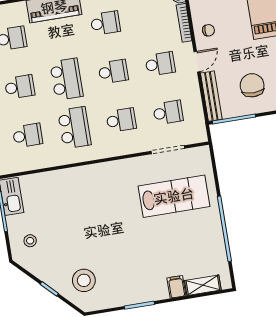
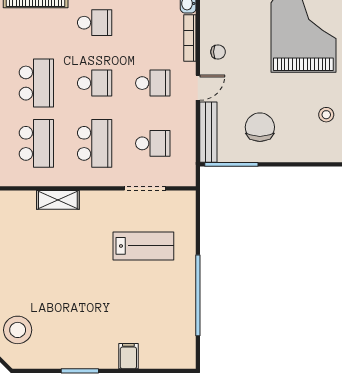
school desk: (121, 120) -> (95, 143), width x1.85
lab bench: (174, 196) -> (143, 246), width x0.73, depth x0.72
shelving: (203, 285) -> (58, 200), moved

